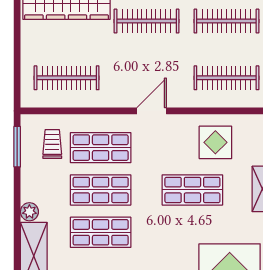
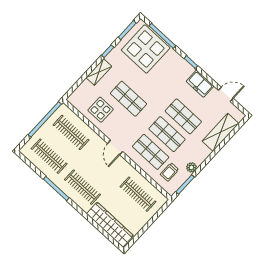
door: (152, 111) -> (115, 148), hinge flipped
plant: (29, 212) -> (191, 167), moved

